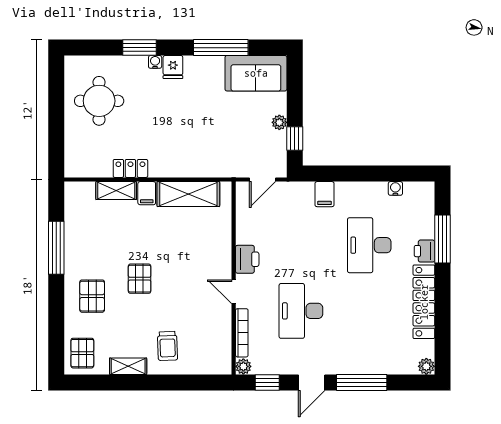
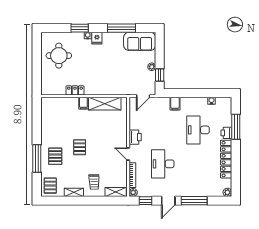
shelving: (116, 191) -> (116, 192), moved
window: (56, 248) -> (37, 159), moved

